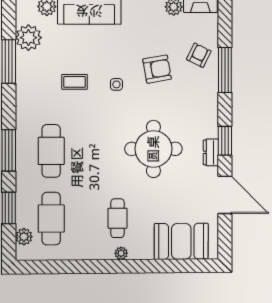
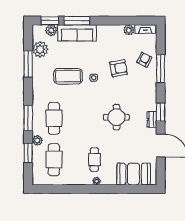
coffee table: (75, 82) -> (68, 76), width x1.86, depth x1.72
round table: (153, 149) -> (116, 117), width x0.73, depth x0.73
plant: (24, 237) -> (37, 140), moved

